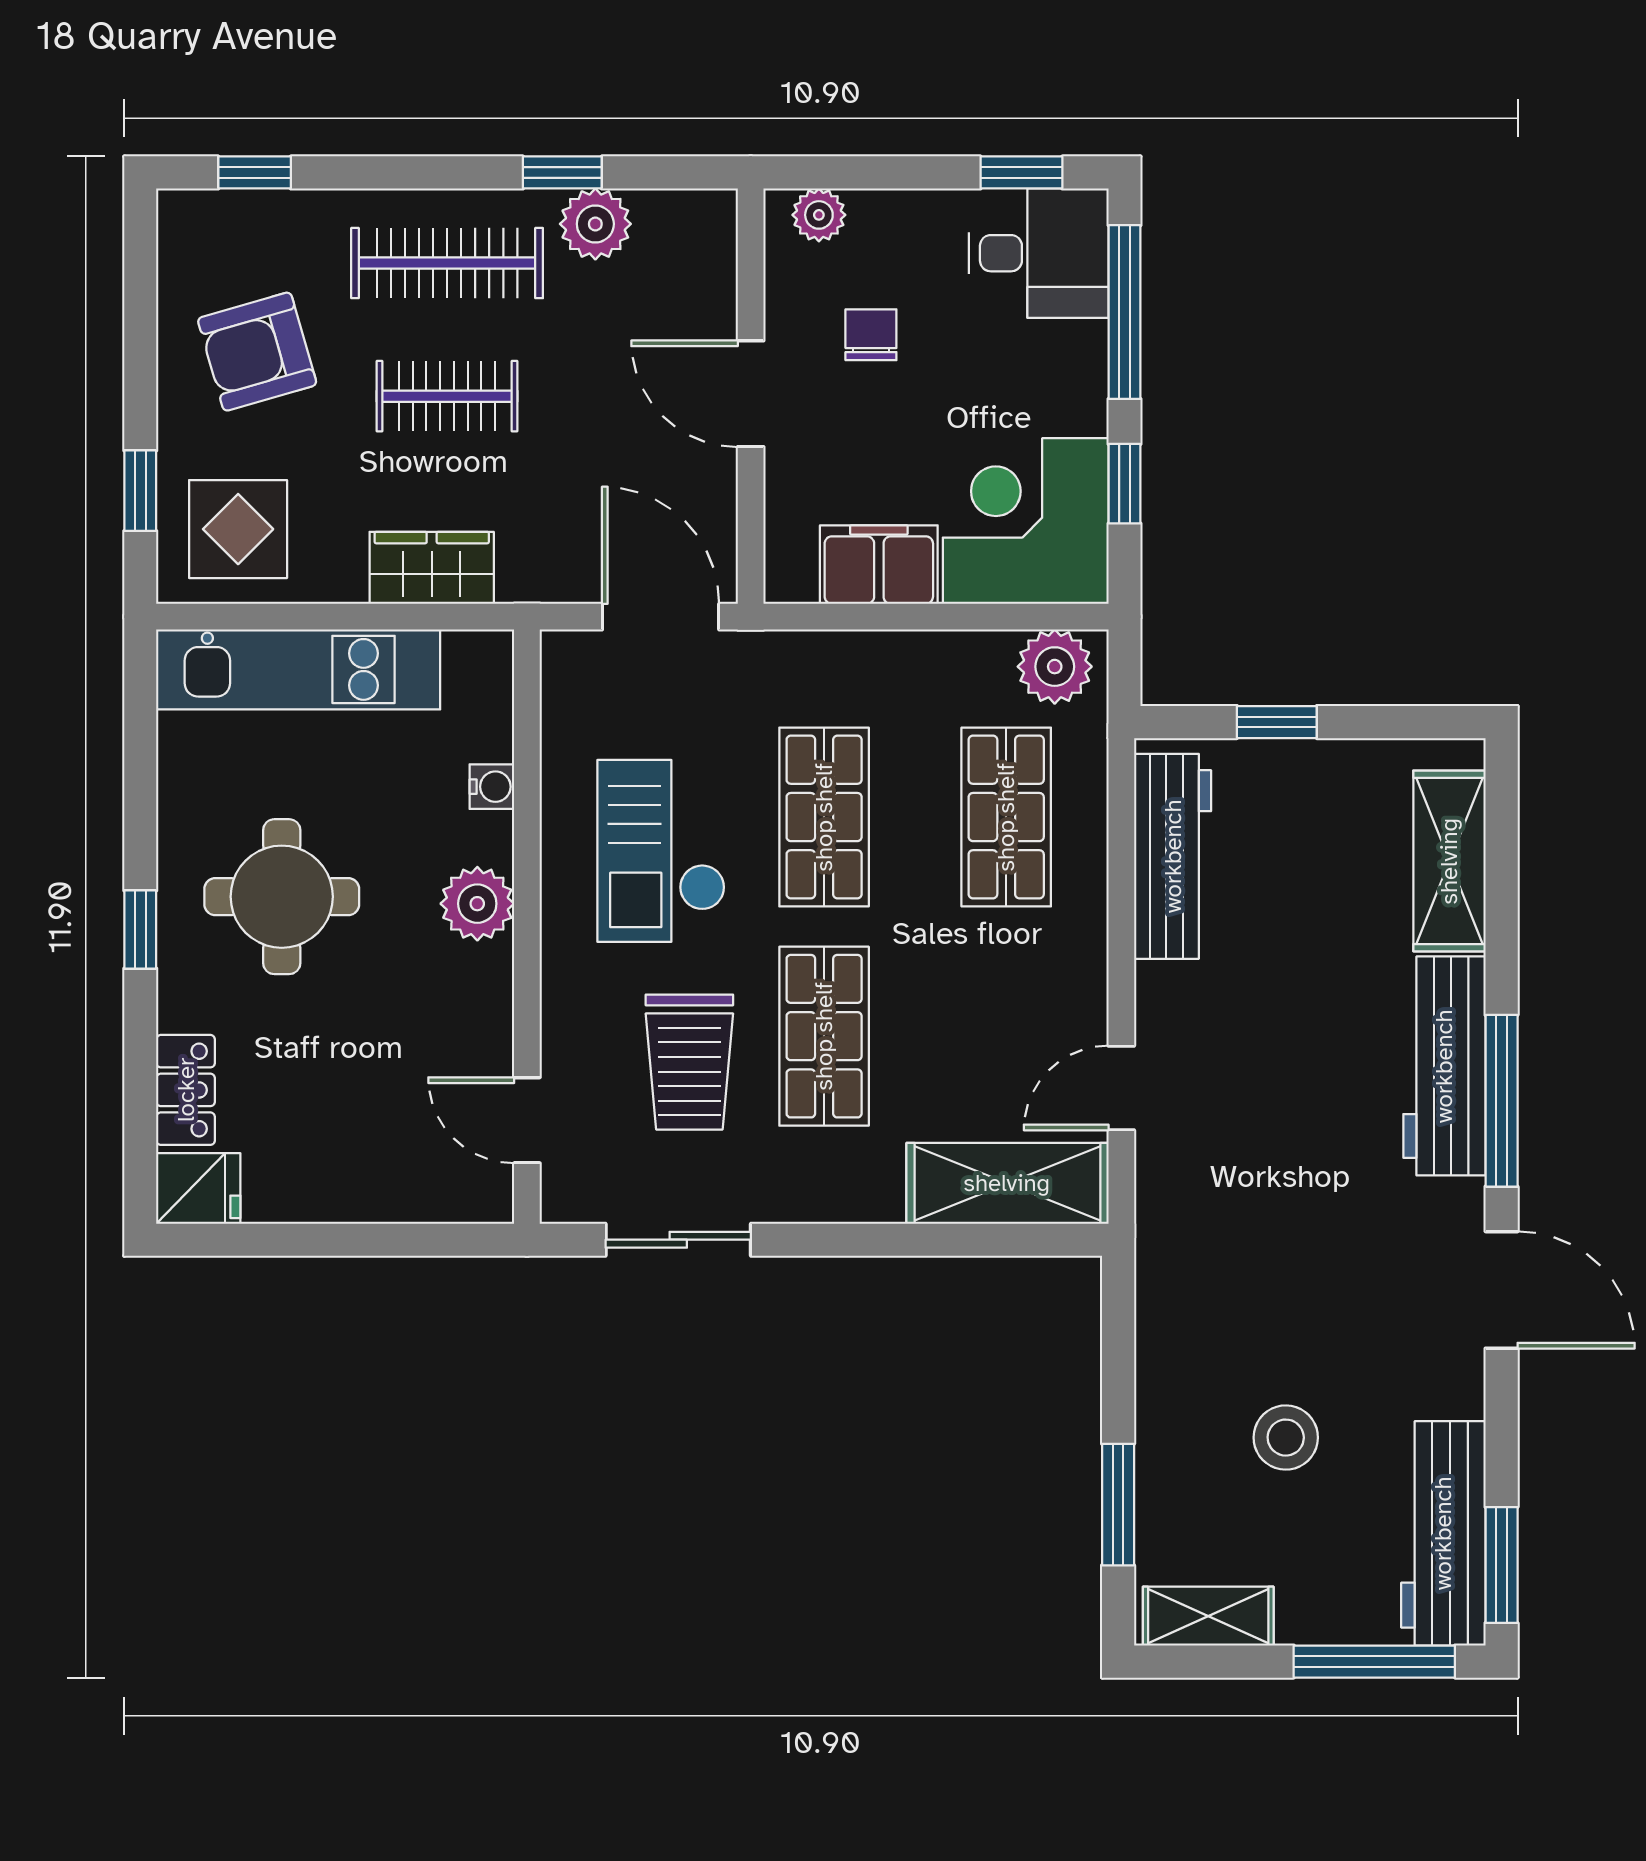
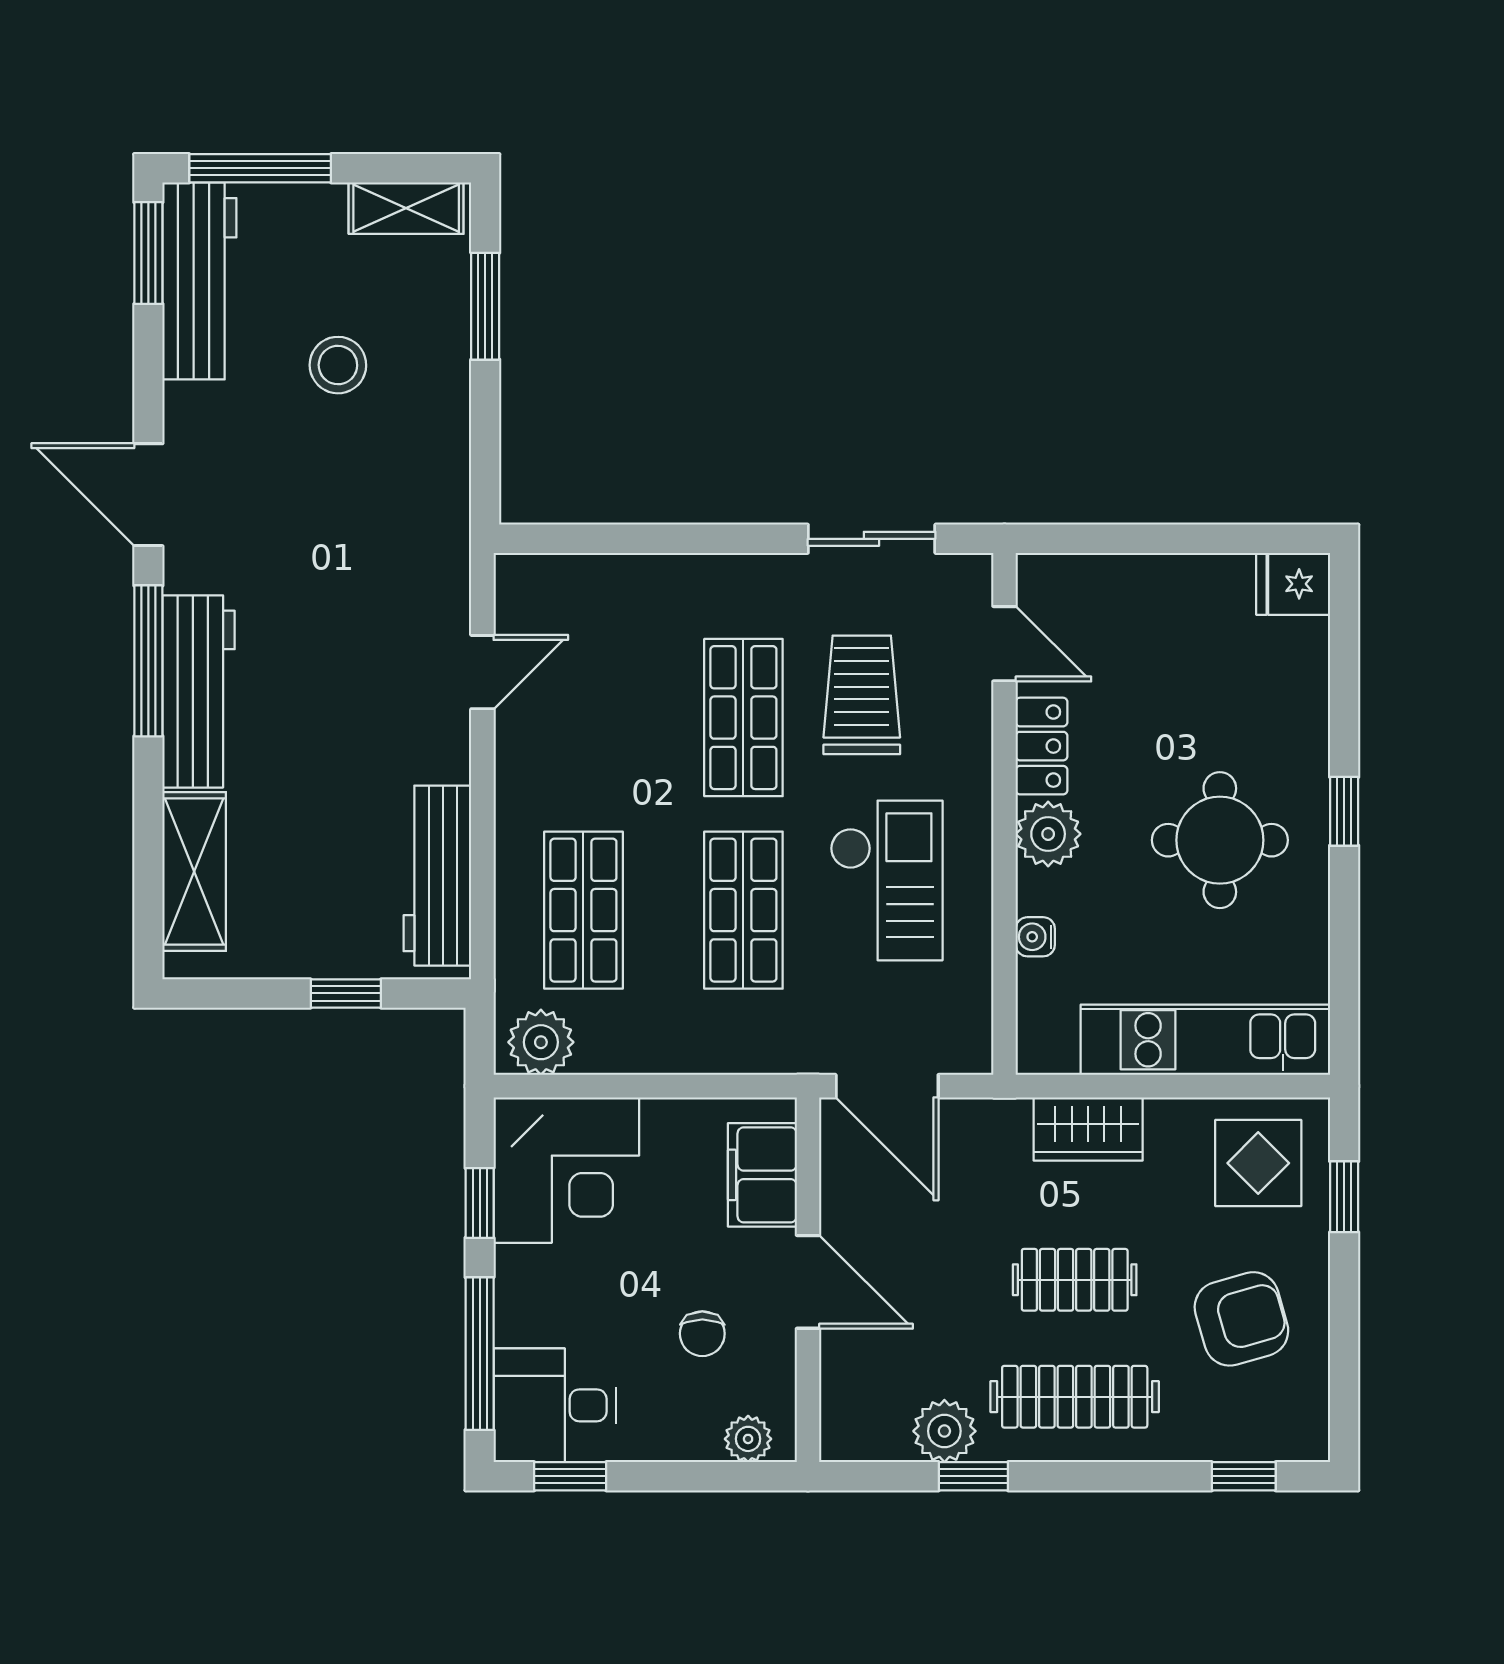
filing cabinet: (879, 565) -> (762, 1175), moved, turned 90
locker: (186, 1090) -> (1042, 746), moved, turned 180
shelving: (1007, 1183) -> (582, 588), removed

